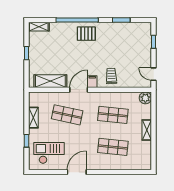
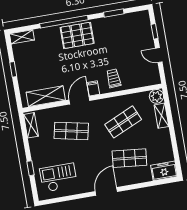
pallet: (86, 34) -> (77, 35), width x1.50, depth x1.42
door: (154, 74) -> (159, 55), moved
shop shelf: (113, 115) -> (123, 122), turned -30
shelving: (33, 118) -> (31, 125), moved
shelving: (147, 130) -> (161, 116), moved
freezer: (141, 163) -> (164, 171), added
door: (77, 172) -> (106, 191), moved

